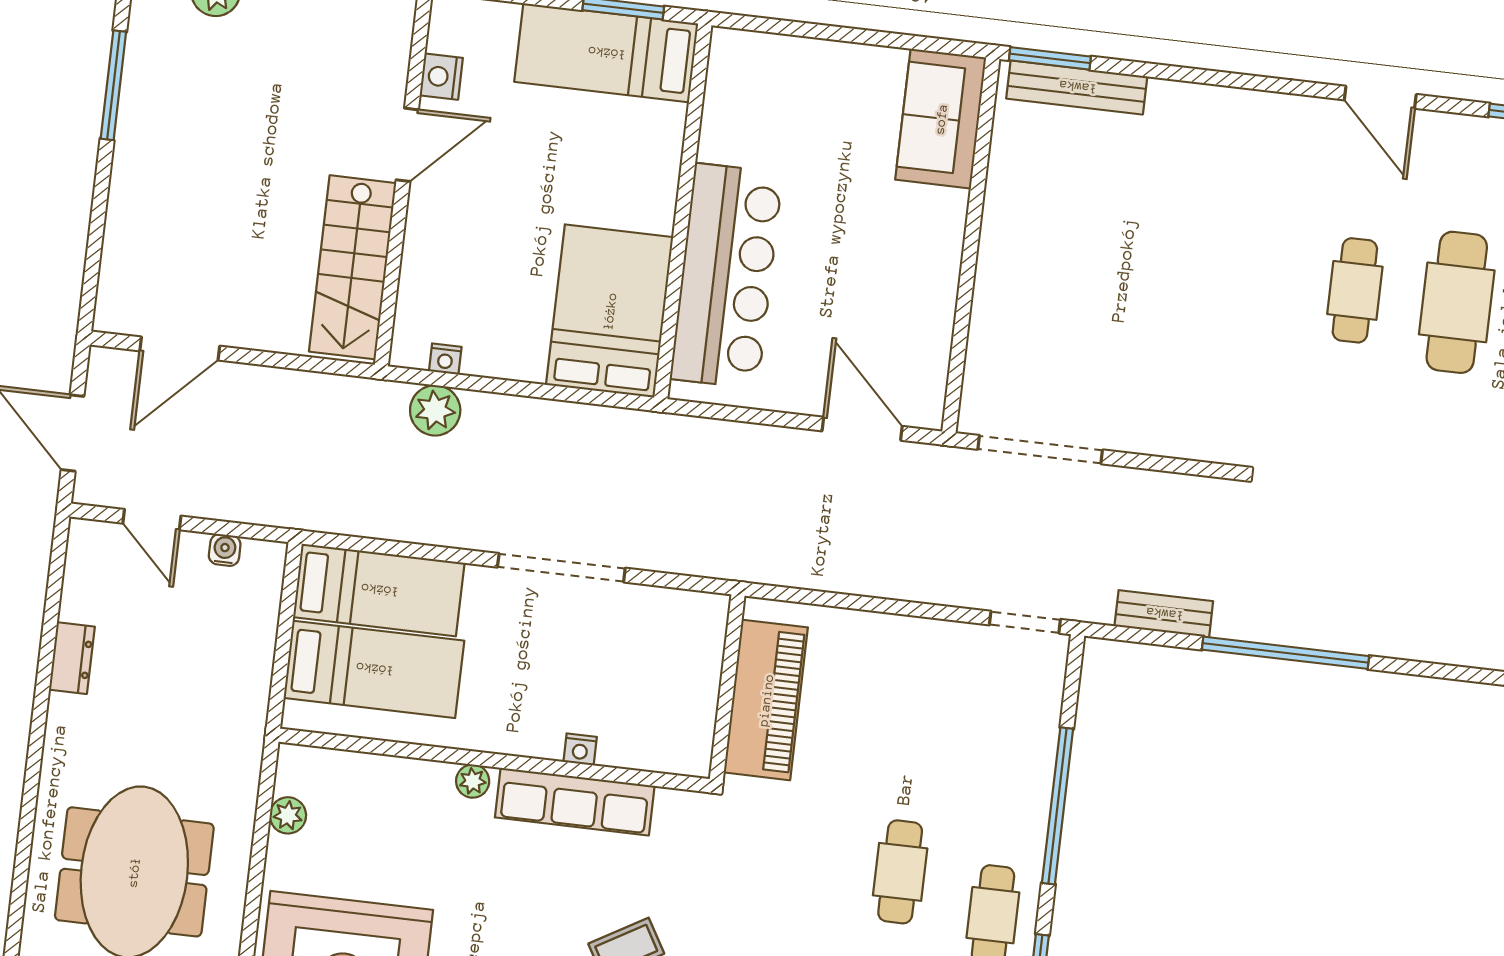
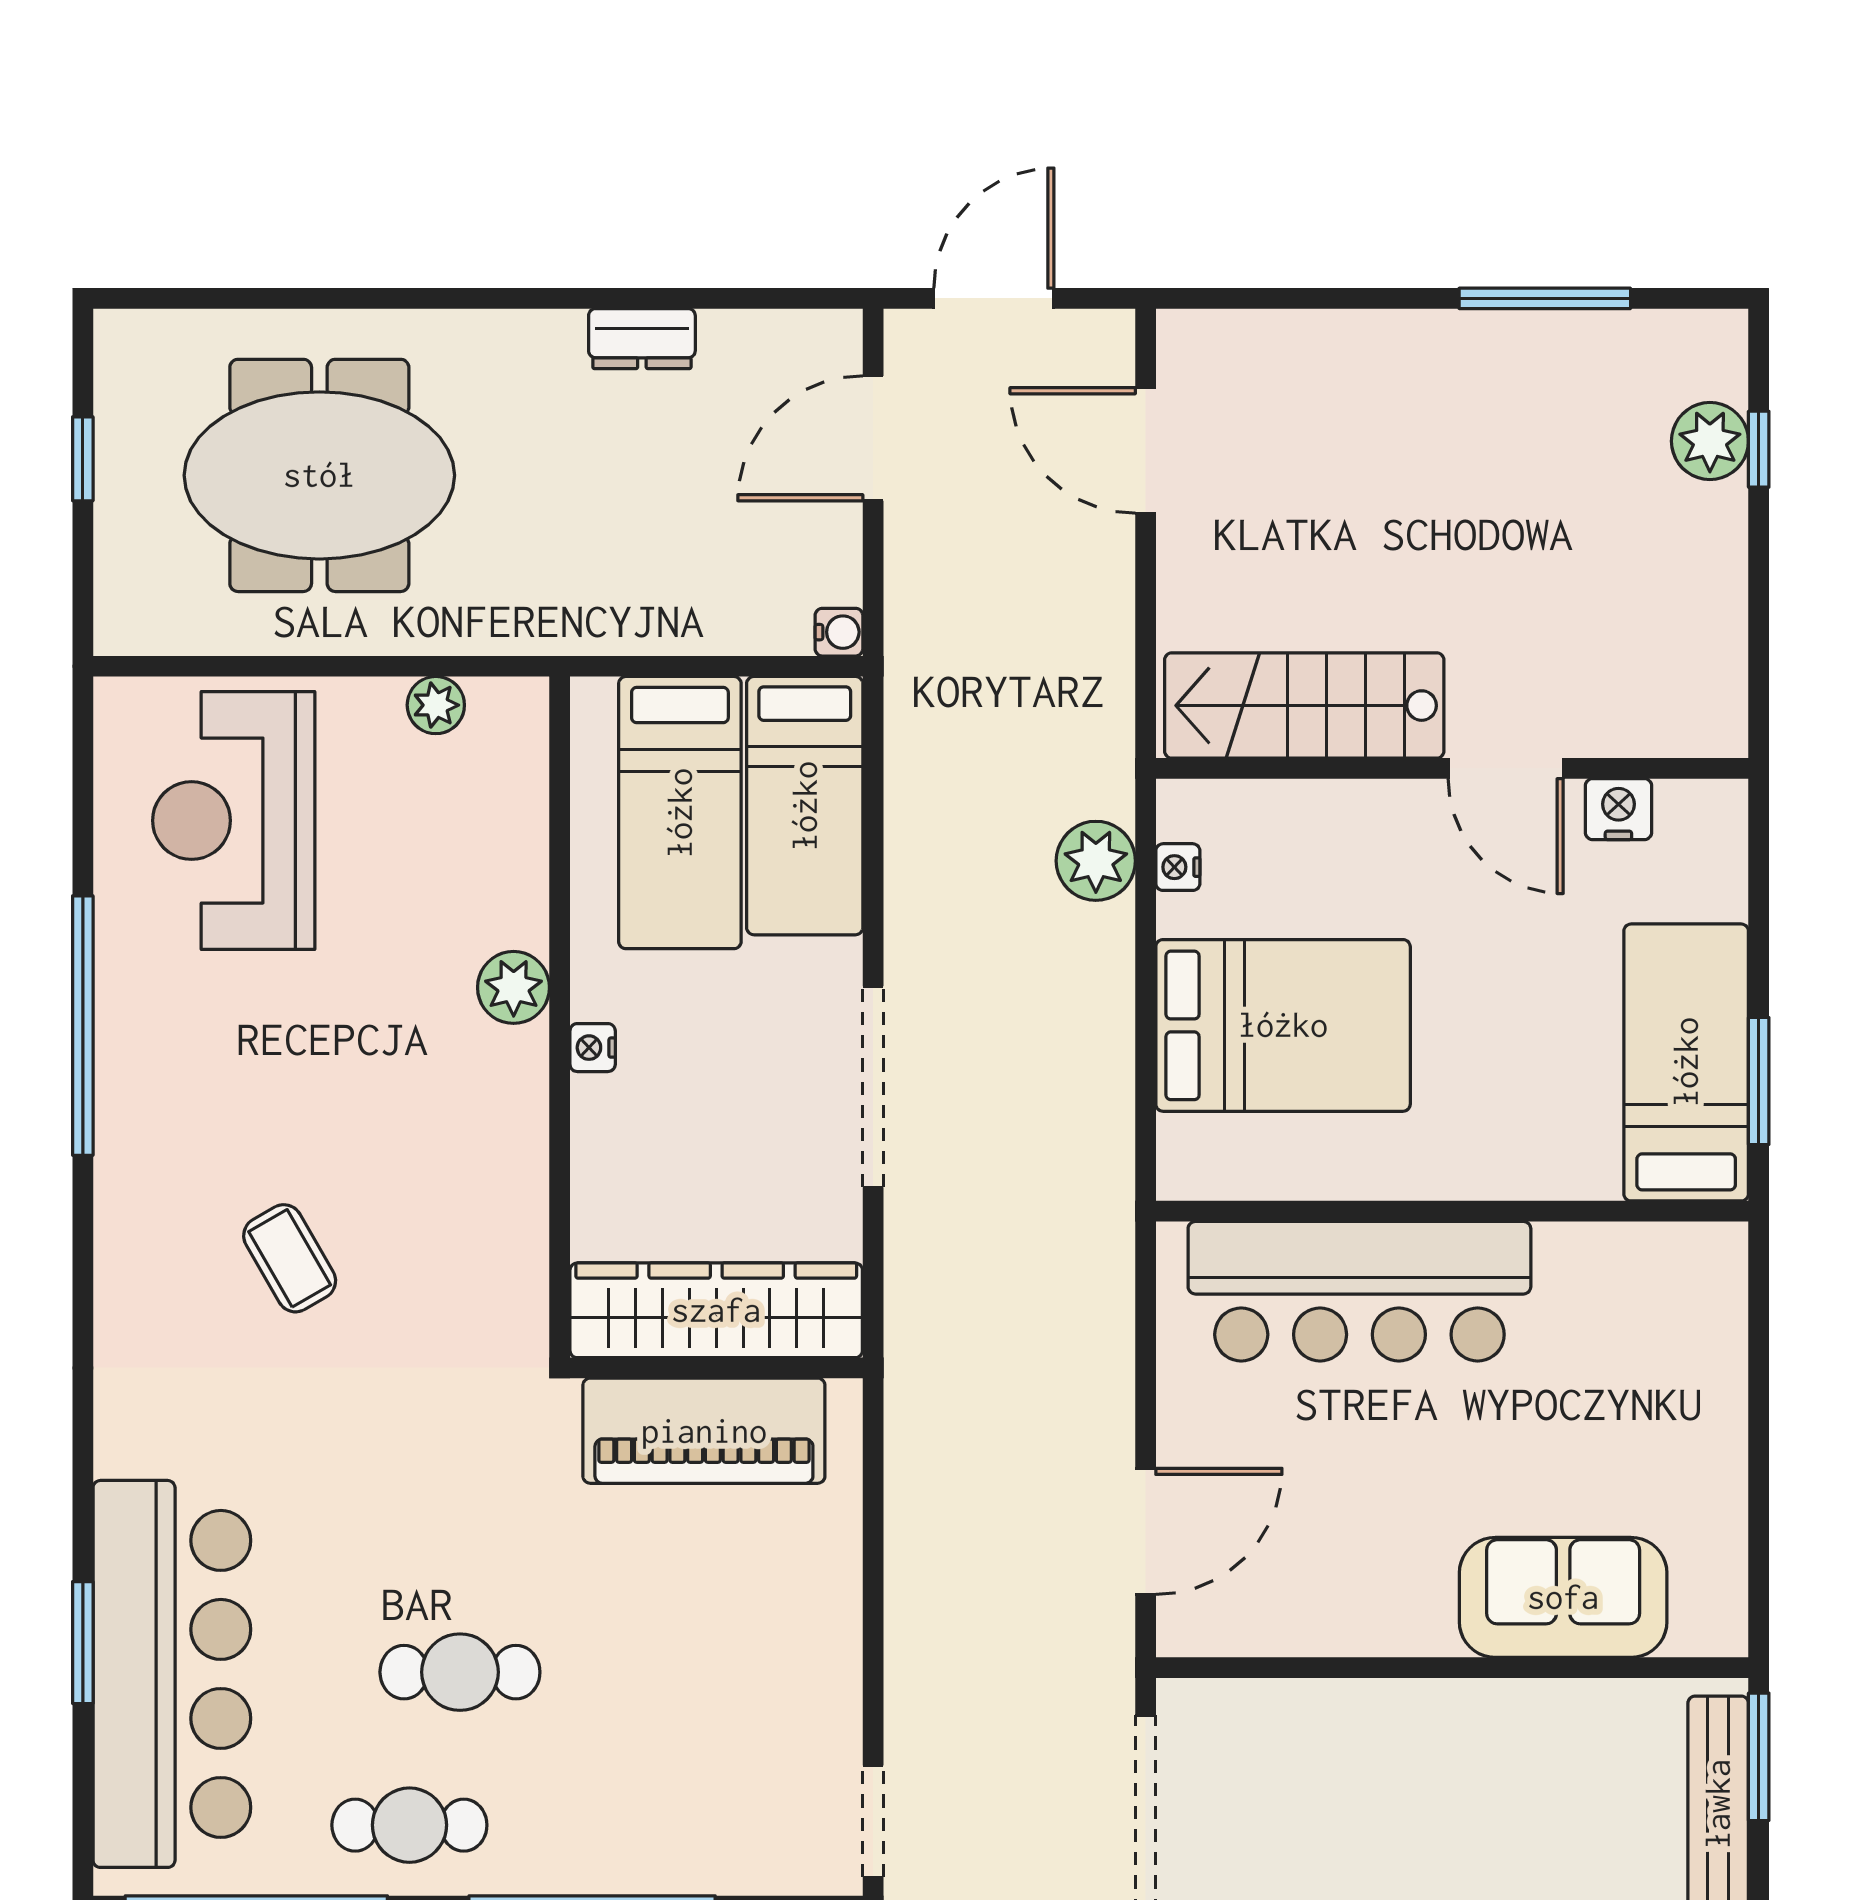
sofa: (941, 119) -> (1563, 1597), moved
bed: (610, 311) -> (1283, 1025), moved
door: (152, 520) -> (873, 438), width x1.38
water cooler: (225, 550) -> (839, 632), moved
wardrobe: (691, 683) -> (716, 1310), added
nightstand: (580, 749) -> (593, 1048), moved
plant: (473, 781) -> (514, 987), width x1.38, depth x1.38
row of seats: (575, 802) -> (510, 1151), removed

